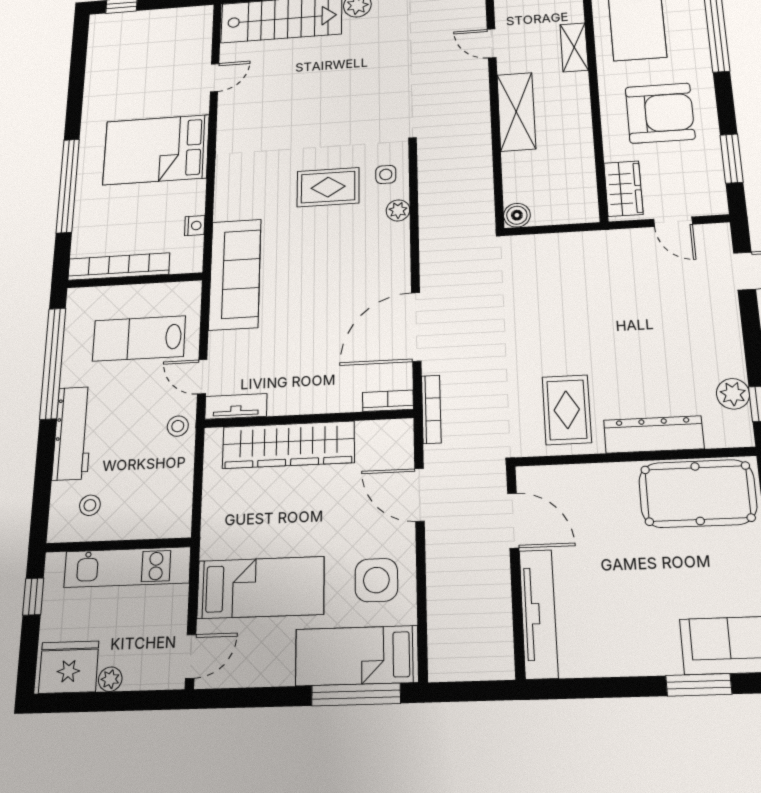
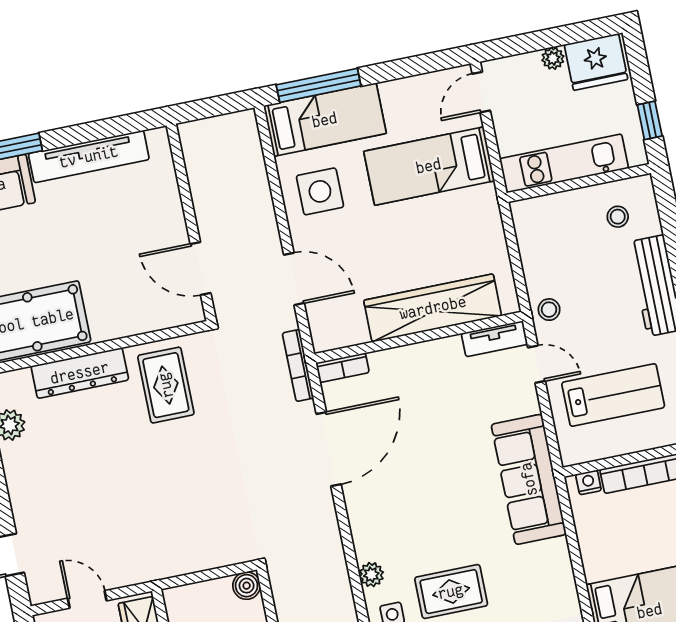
nightstand: (195, 226) -> (588, 482), moved, turned 90
tv unit: (538, 614) -> (89, 157), moved, turned -90

